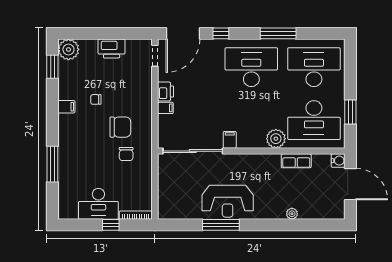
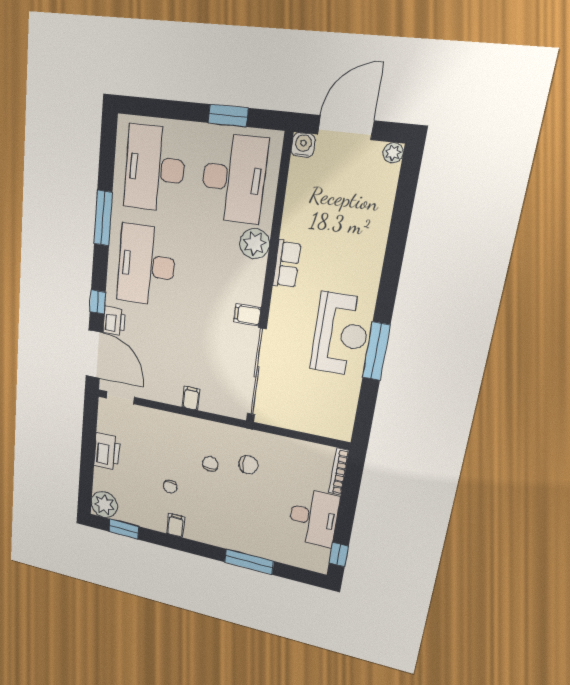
printer: (166, 91) -> (114, 321), moved, turned 90
chair: (120, 127) -> (210, 464), width x0.54, depth x0.54
row of seats: (296, 161) -> (287, 264), moved
plant: (292, 214) -> (393, 153), moved
window: (111, 225) -> (339, 555), moved

